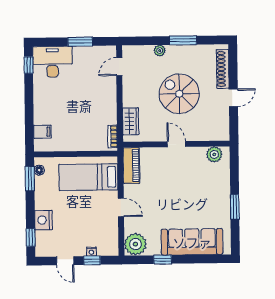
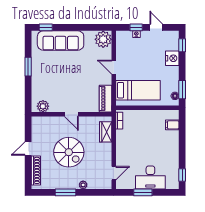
desk: (52, 62) -> (150, 177), moved
window: (163, 260) -> (46, 27), moved

